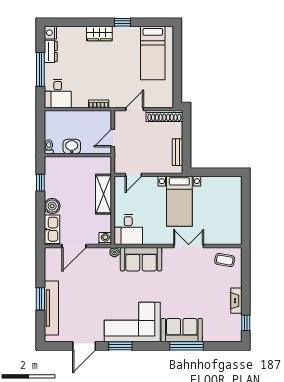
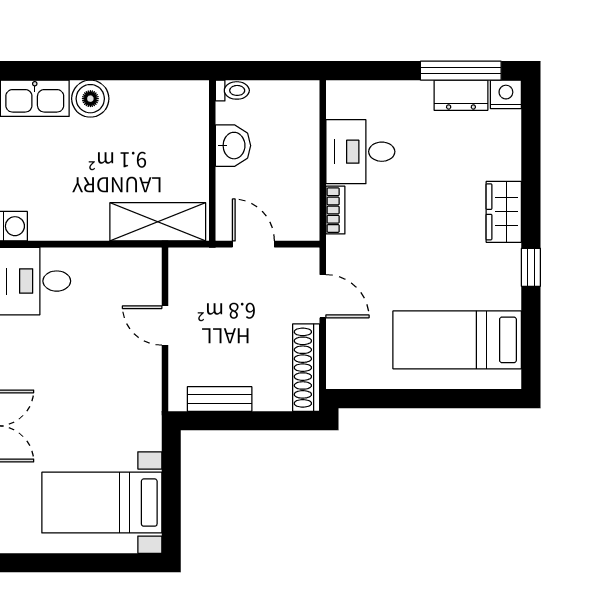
window: (40, 69) -> (461, 71), moved
desk: (58, 93) -> (360, 152), moved
door: (133, 175) -> (165, 325), moved
window: (40, 183) -> (146, 71), removed
shelving: (104, 194) -> (158, 222), moved
bed with nightstands: (179, 201) -> (102, 503), moved

